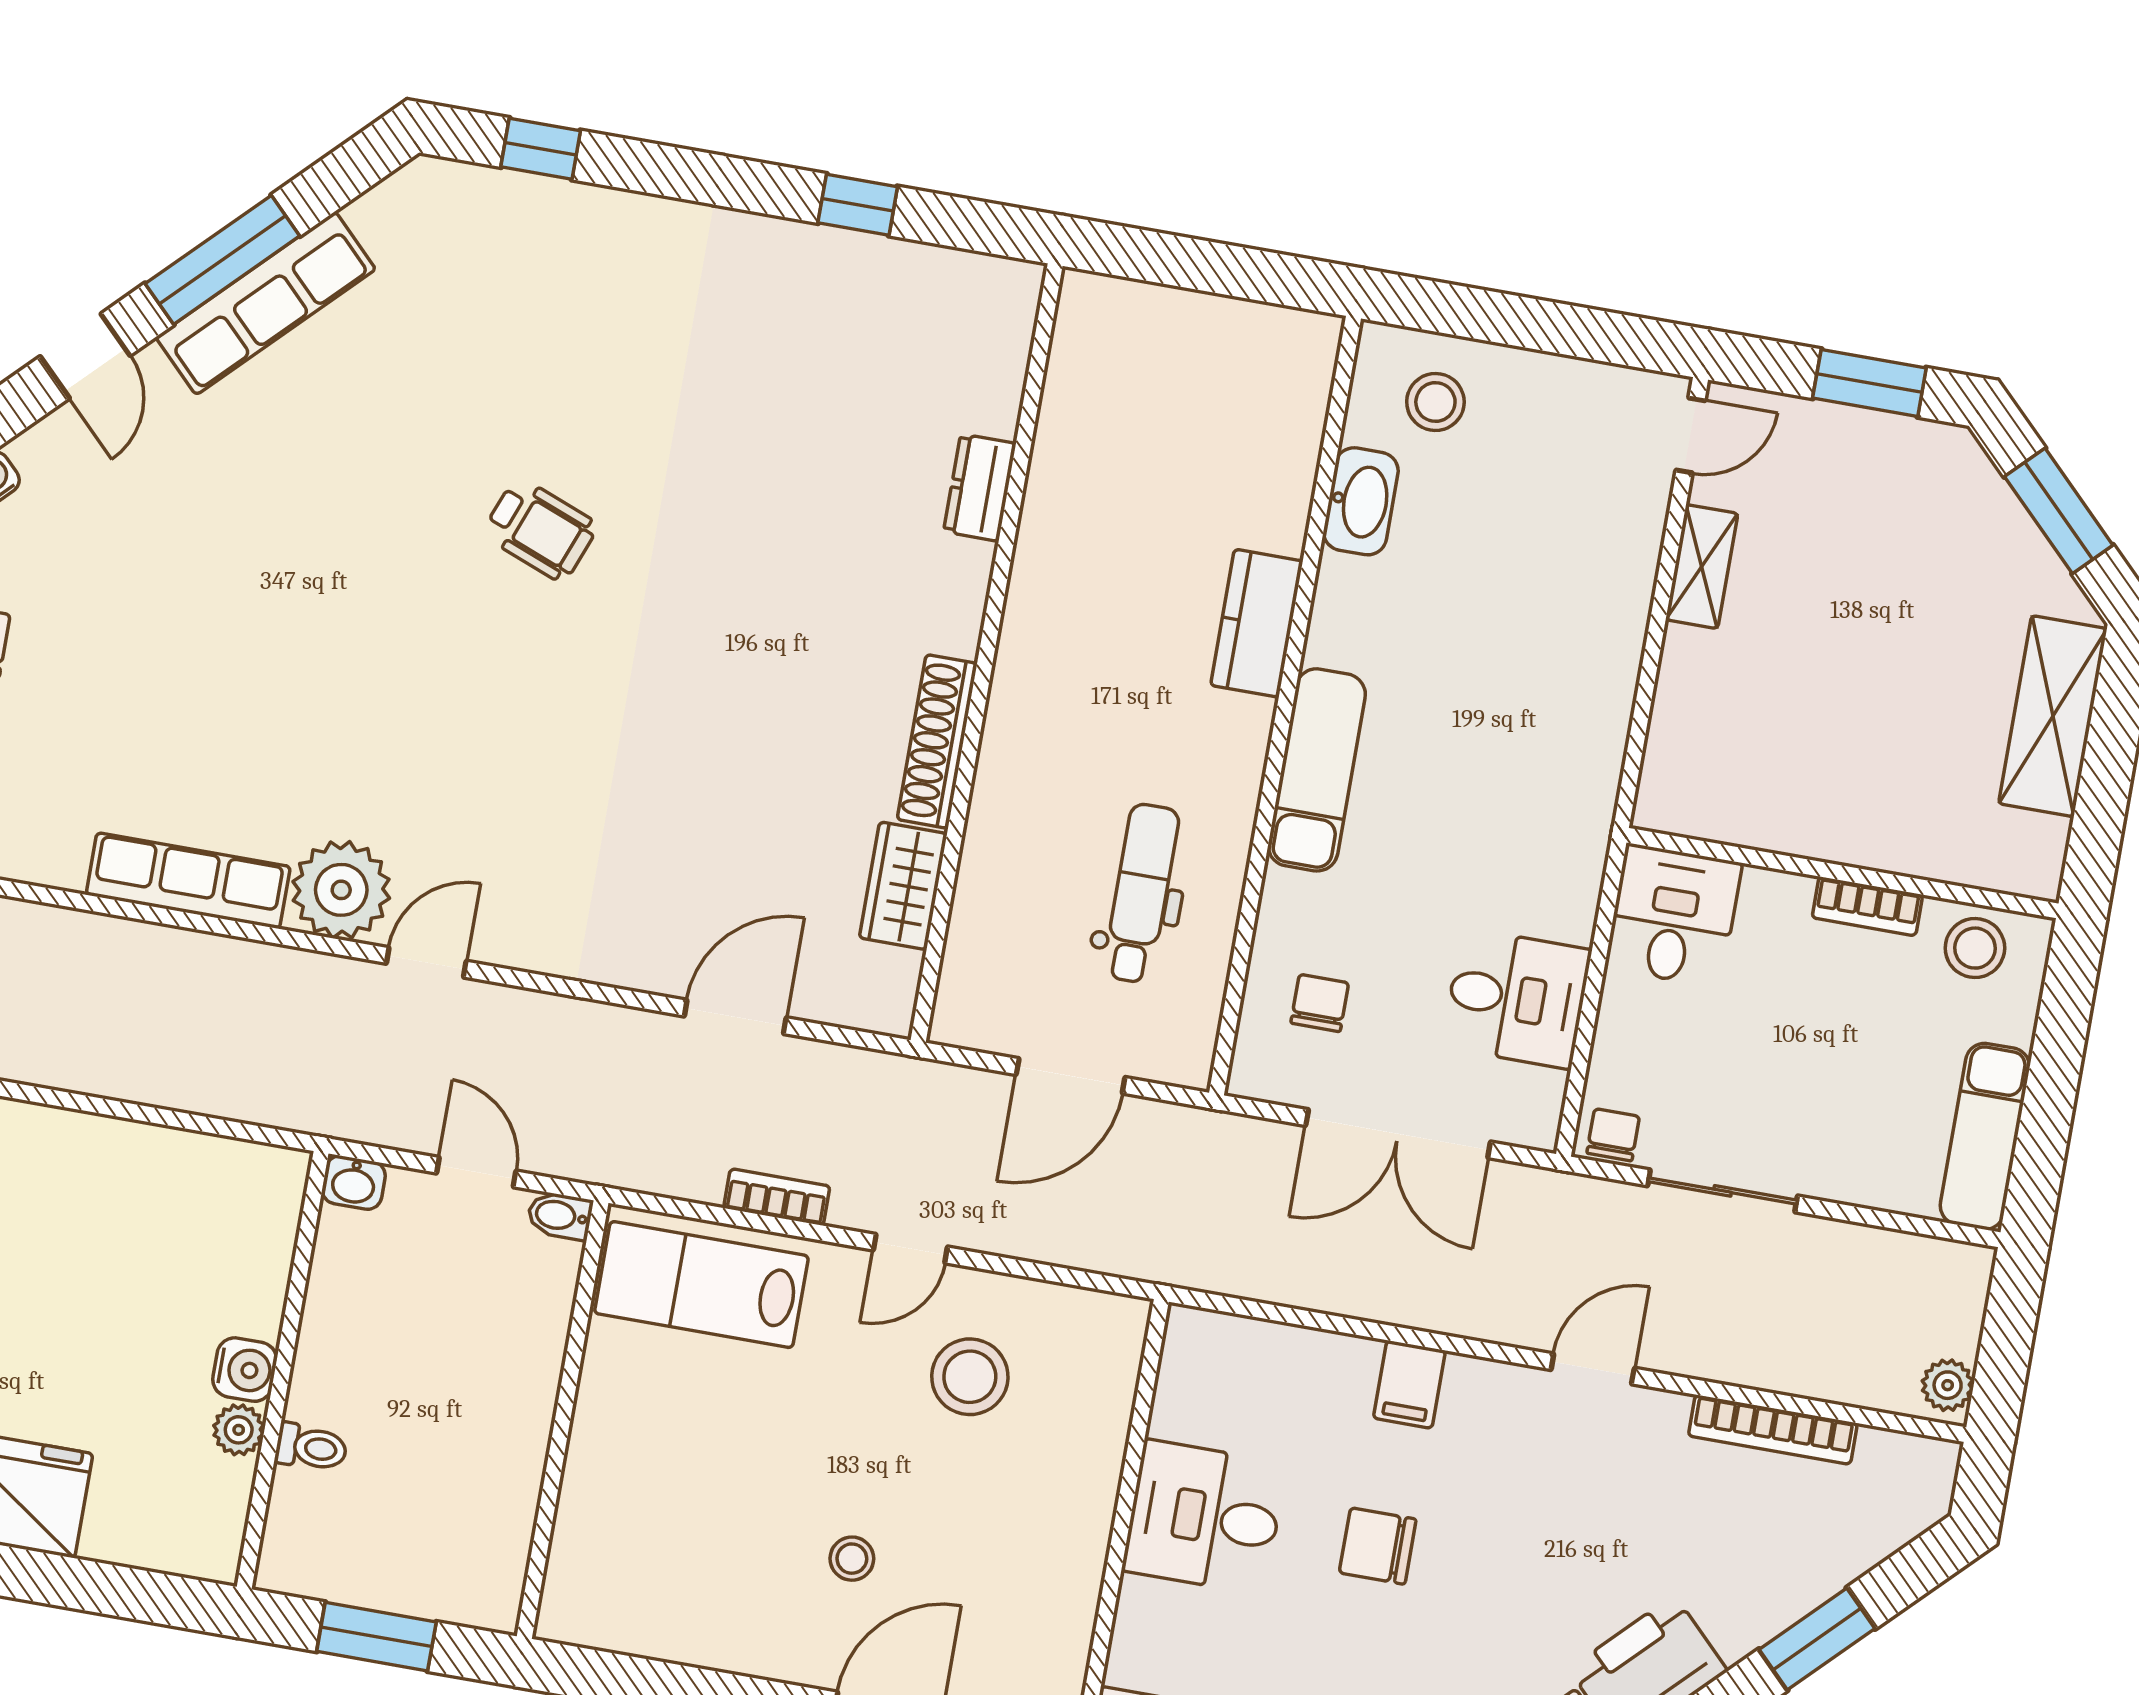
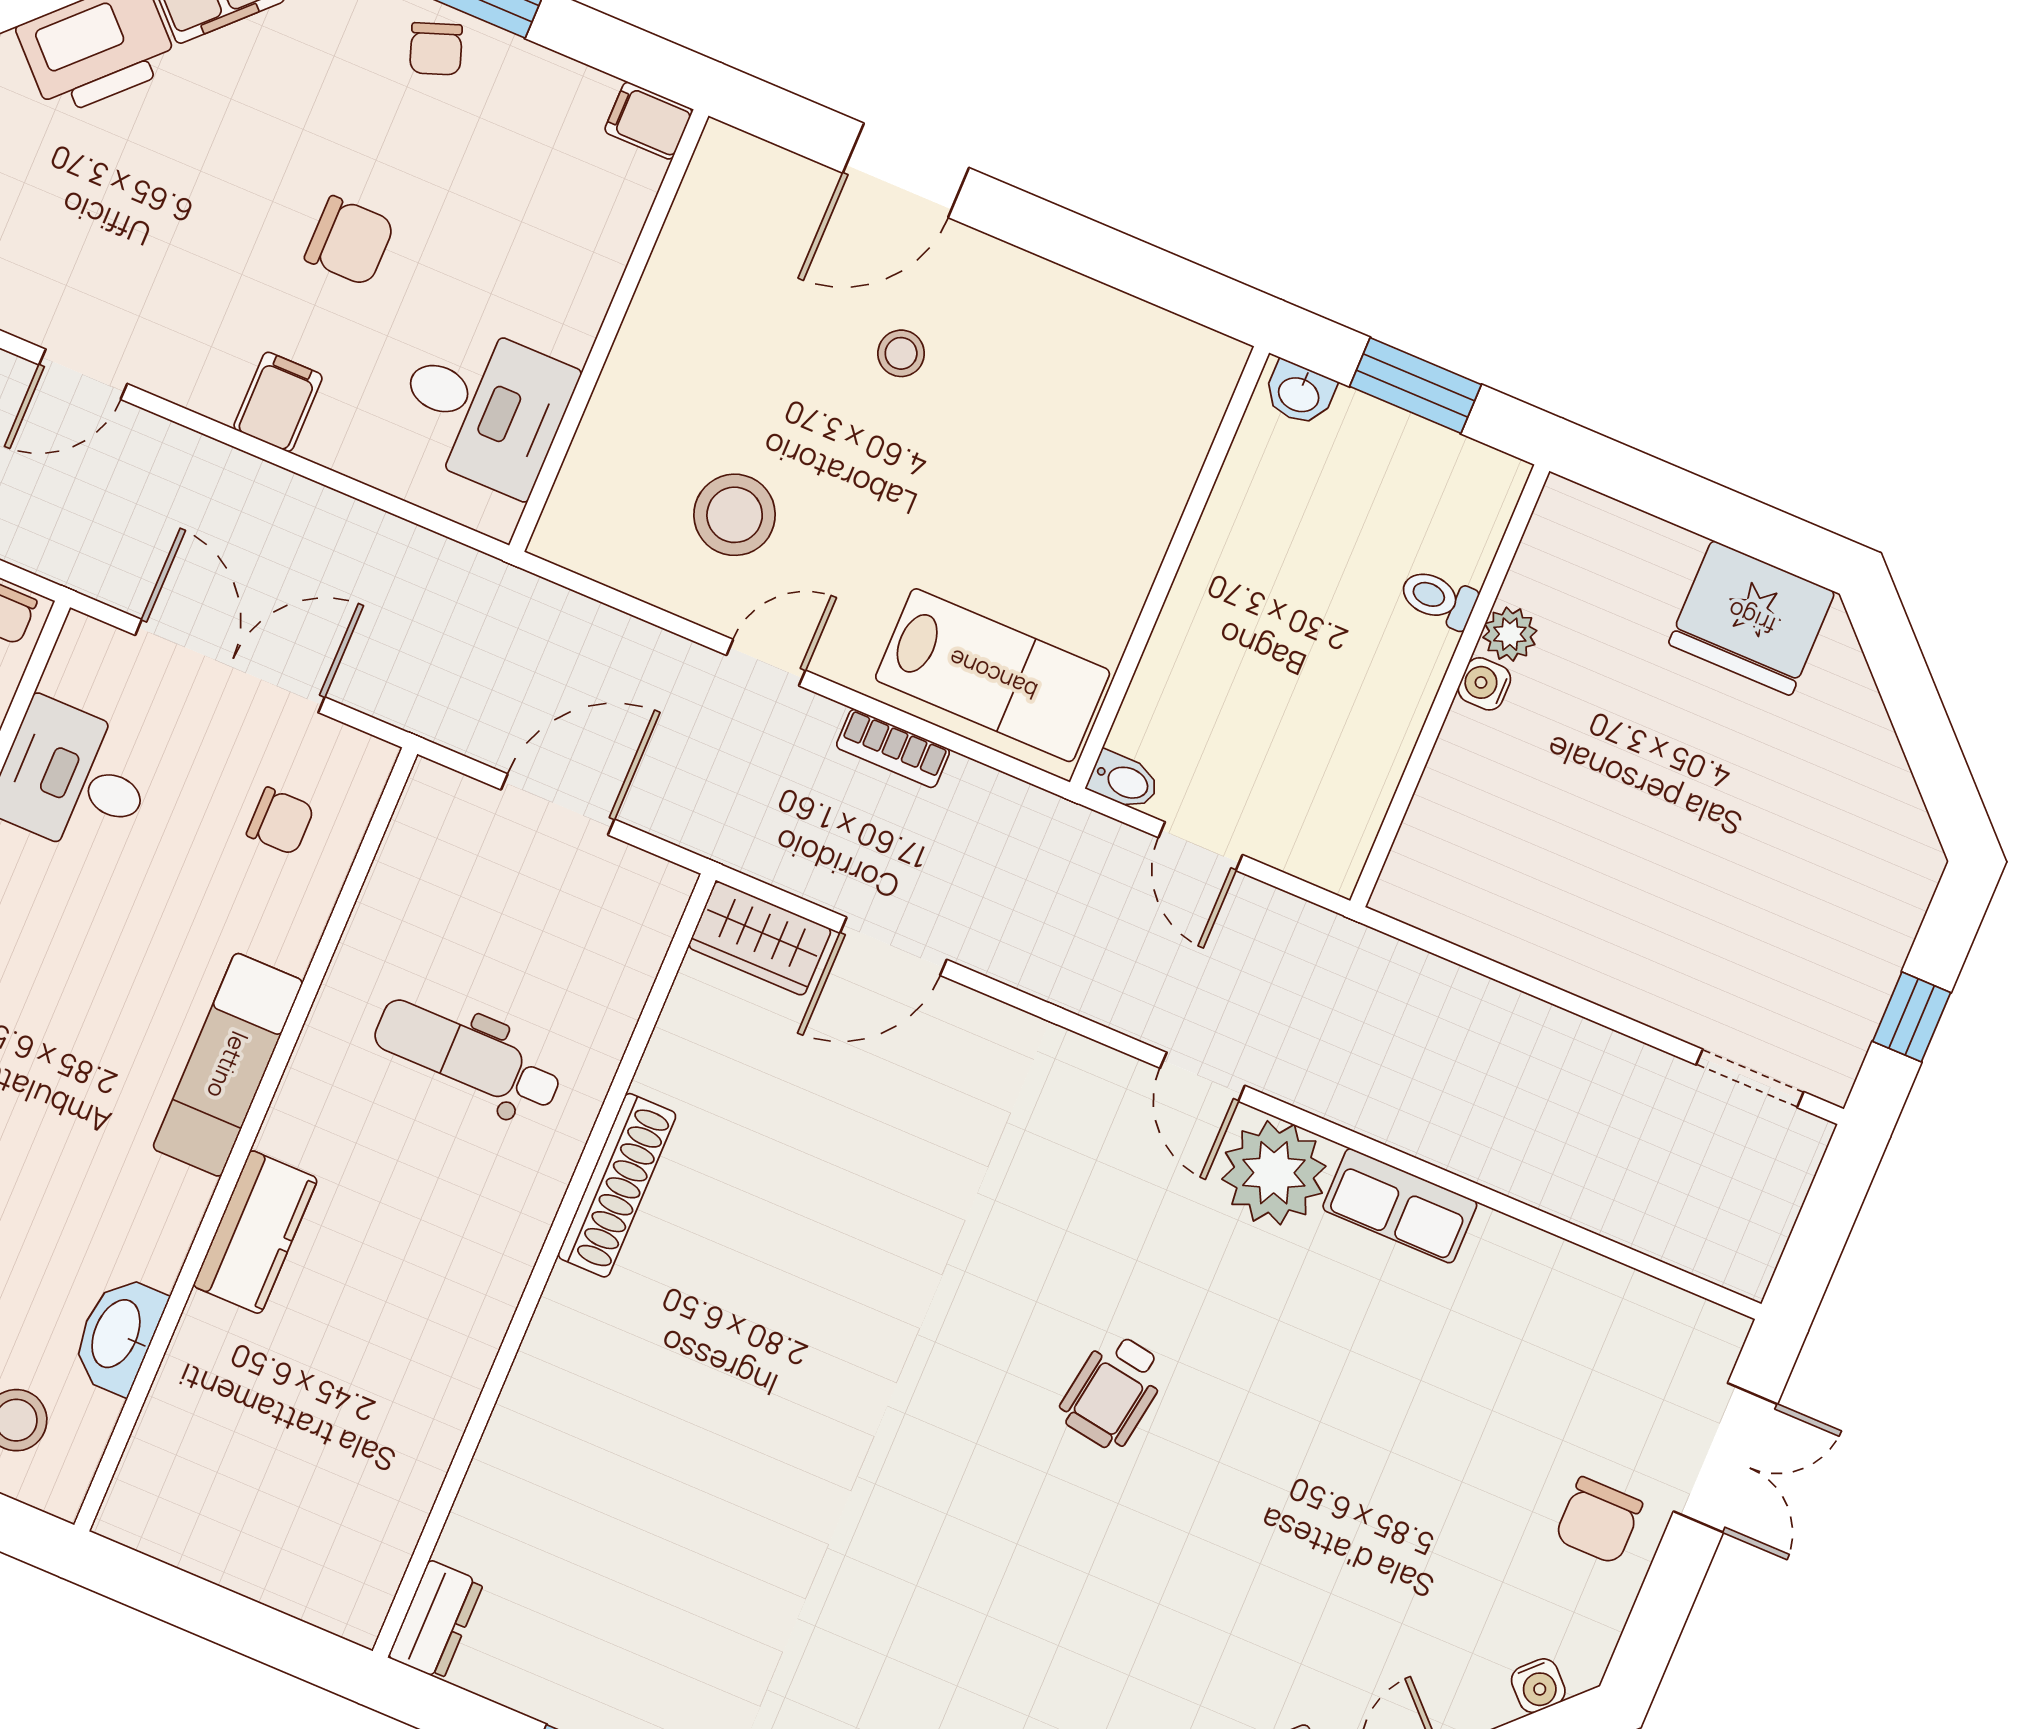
dresser: (980, 488) -> (436, 1620), moved
wheelchair: (540, 530) -> (1113, 1391), moved, turned -102
row of seats: (188, 881) -> (1400, 1206), width x0.68
wardrobe: (903, 886) -> (760, 938), moved, turned 90
dental chair: (1141, 893) -> (468, 1056), moved, turned 90
door: (426, 962) -> (1202, 1077), hinge flipped
chair: (1320, 1003) -> (280, 821), turned -90
washbasin: (354, 1183) -> (1299, 393), moved, turned 180
water cooler: (245, 1370) -> (1484, 684), width x0.72, depth x0.72
desk: (1204, 1517) -> (483, 407), moved

